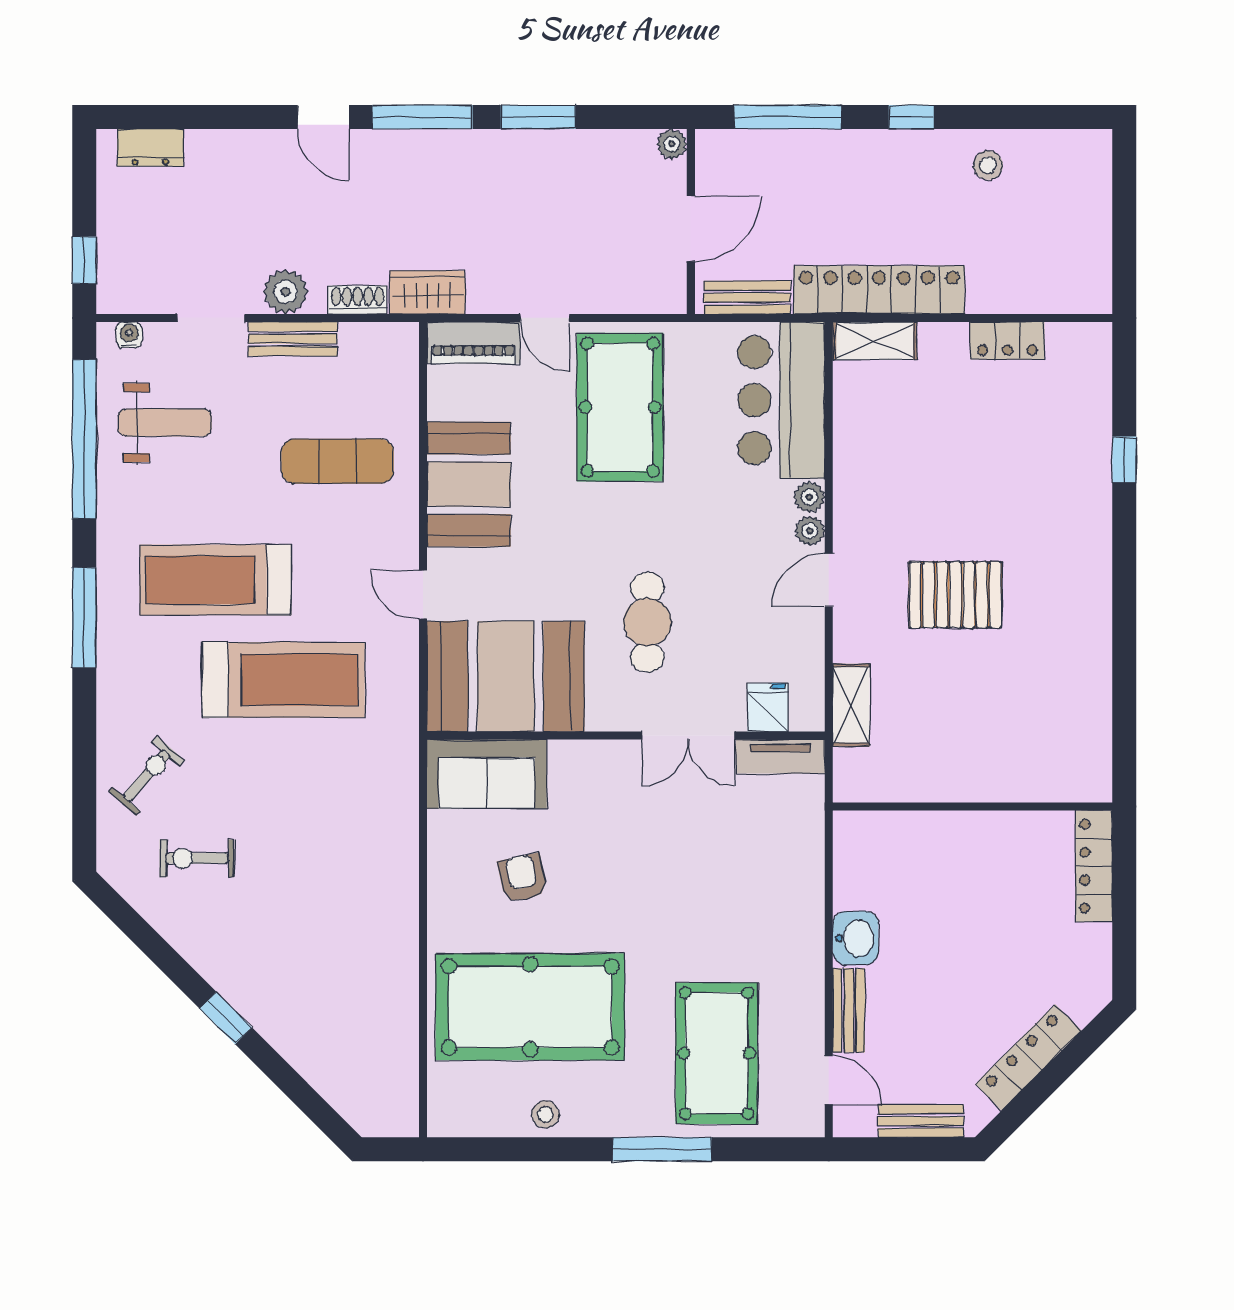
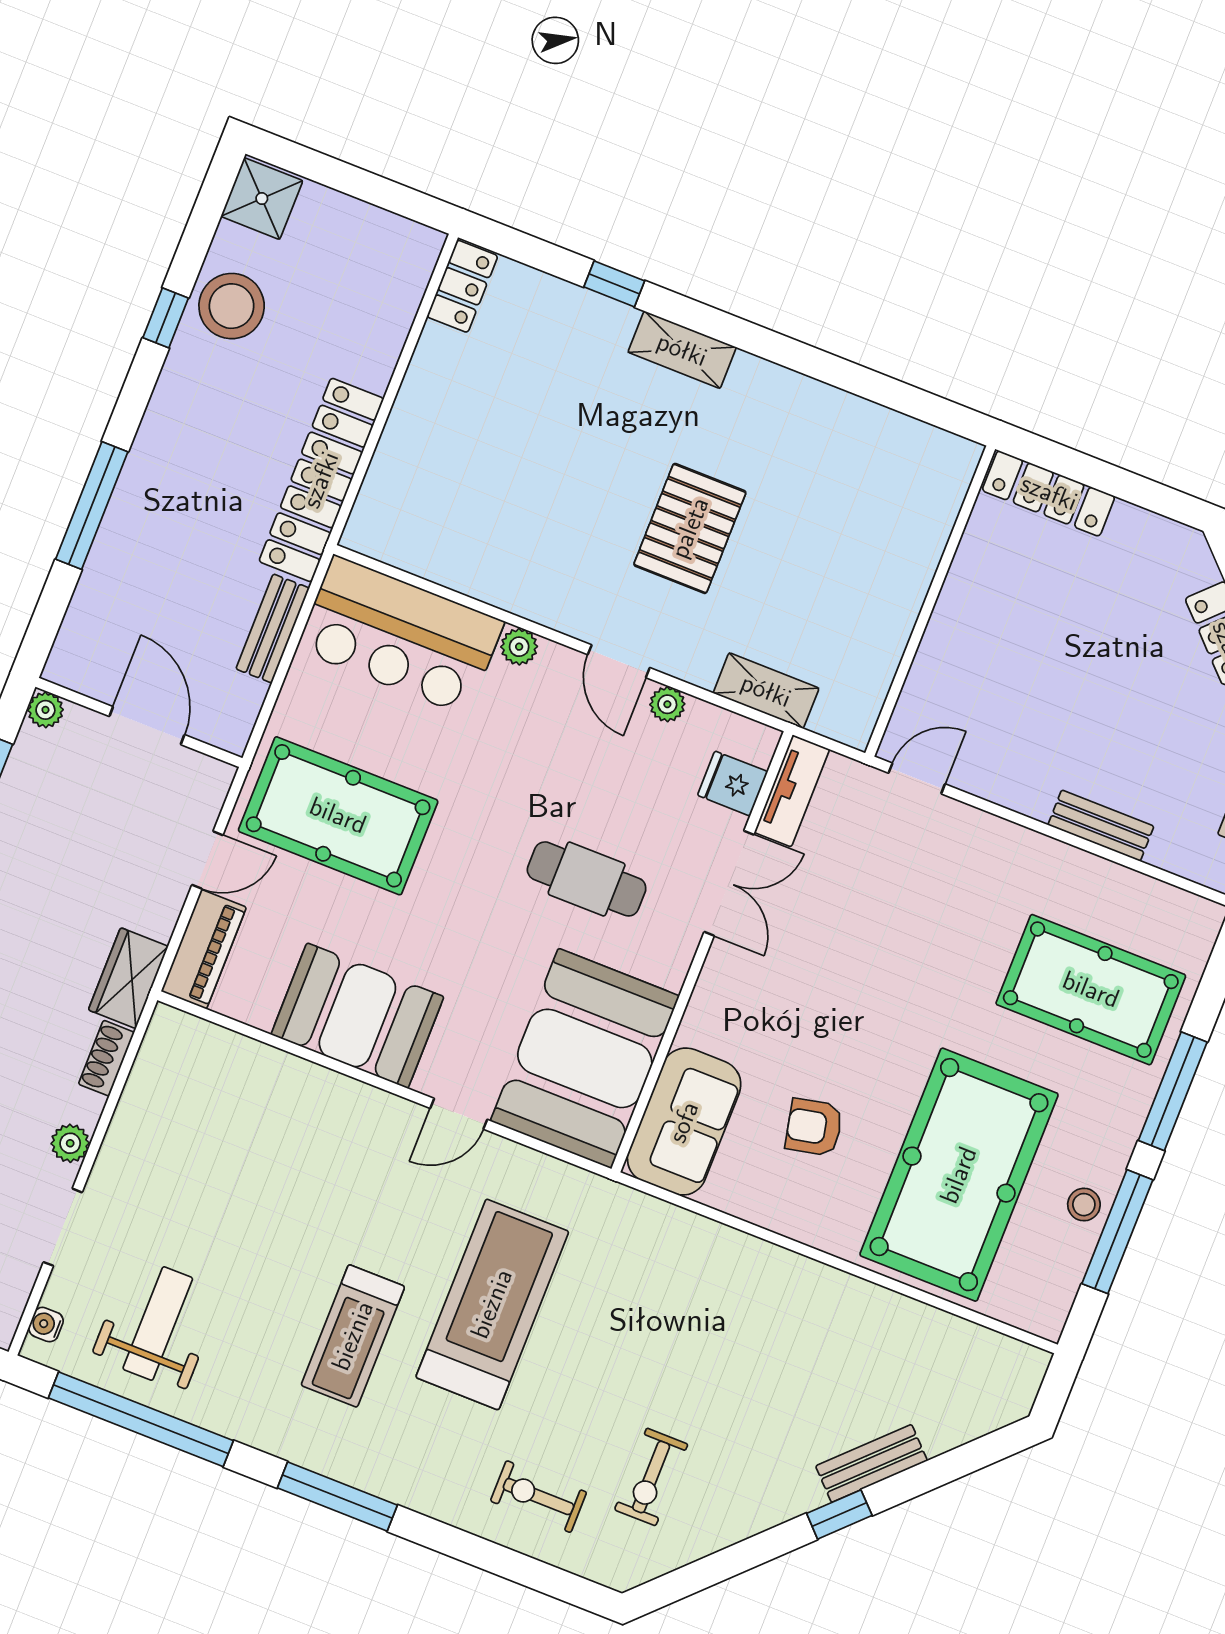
window: (911, 117) -> (166, 318), moved
plant: (672, 144) -> (45, 710), moved
shower: (1082, 156) -> (262, 199), added
stool: (988, 165) -> (232, 306), width x1.89, depth x1.89
wall: (691, 221) -> (139, 722), moved
door: (691, 229) -> (147, 726), moved
plant: (285, 292) -> (70, 1143), width x0.73, depth x0.73
bench: (293, 339) -> (871, 1463), moved, turned 45
shelving: (875, 341) -> (682, 350), moved, turned 90
locker: (1007, 341) -> (462, 286), moved
exercise mat: (337, 461) -> (275, 1150), removed
plant: (810, 531) -> (667, 704), moved
treadmill: (215, 580) -> (353, 1336), width x0.73, depth x0.73
exercise bike: (147, 776) -> (539, 1497), turned -41
washbasin: (856, 938) -> (1024, 787), removed
door: (829, 1080) -> (917, 779), moved
window: (534, 1149) -> (1117, 1232), added

